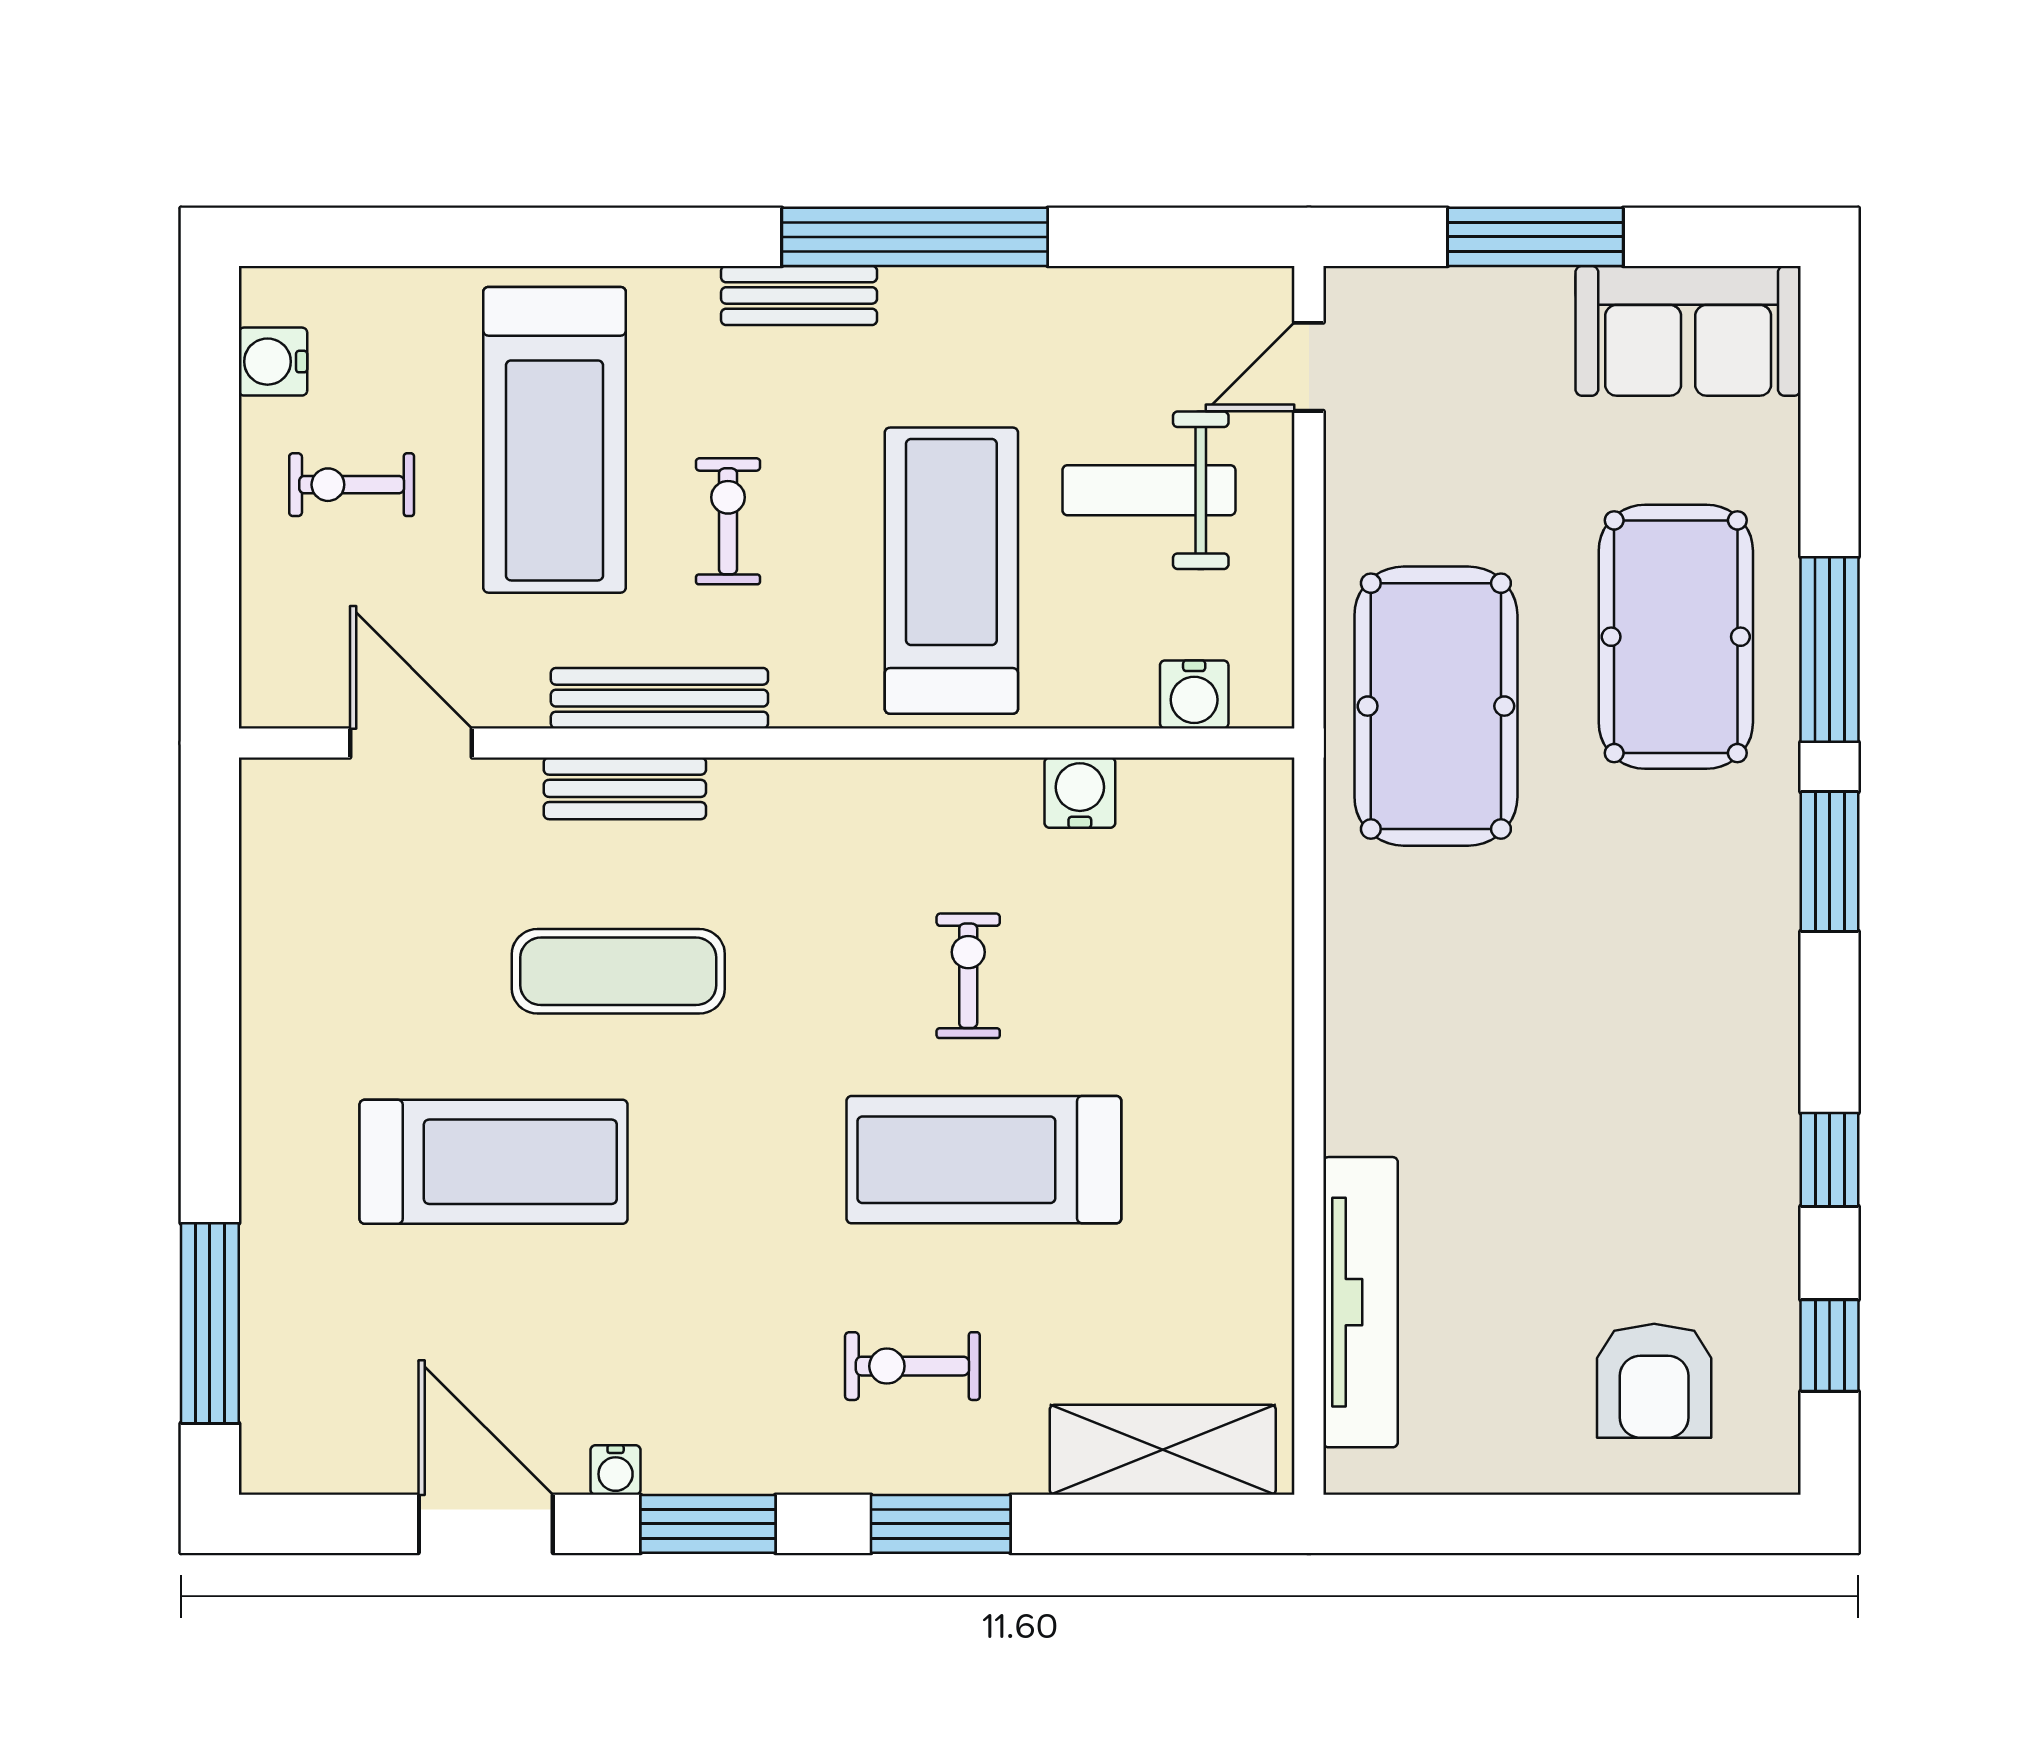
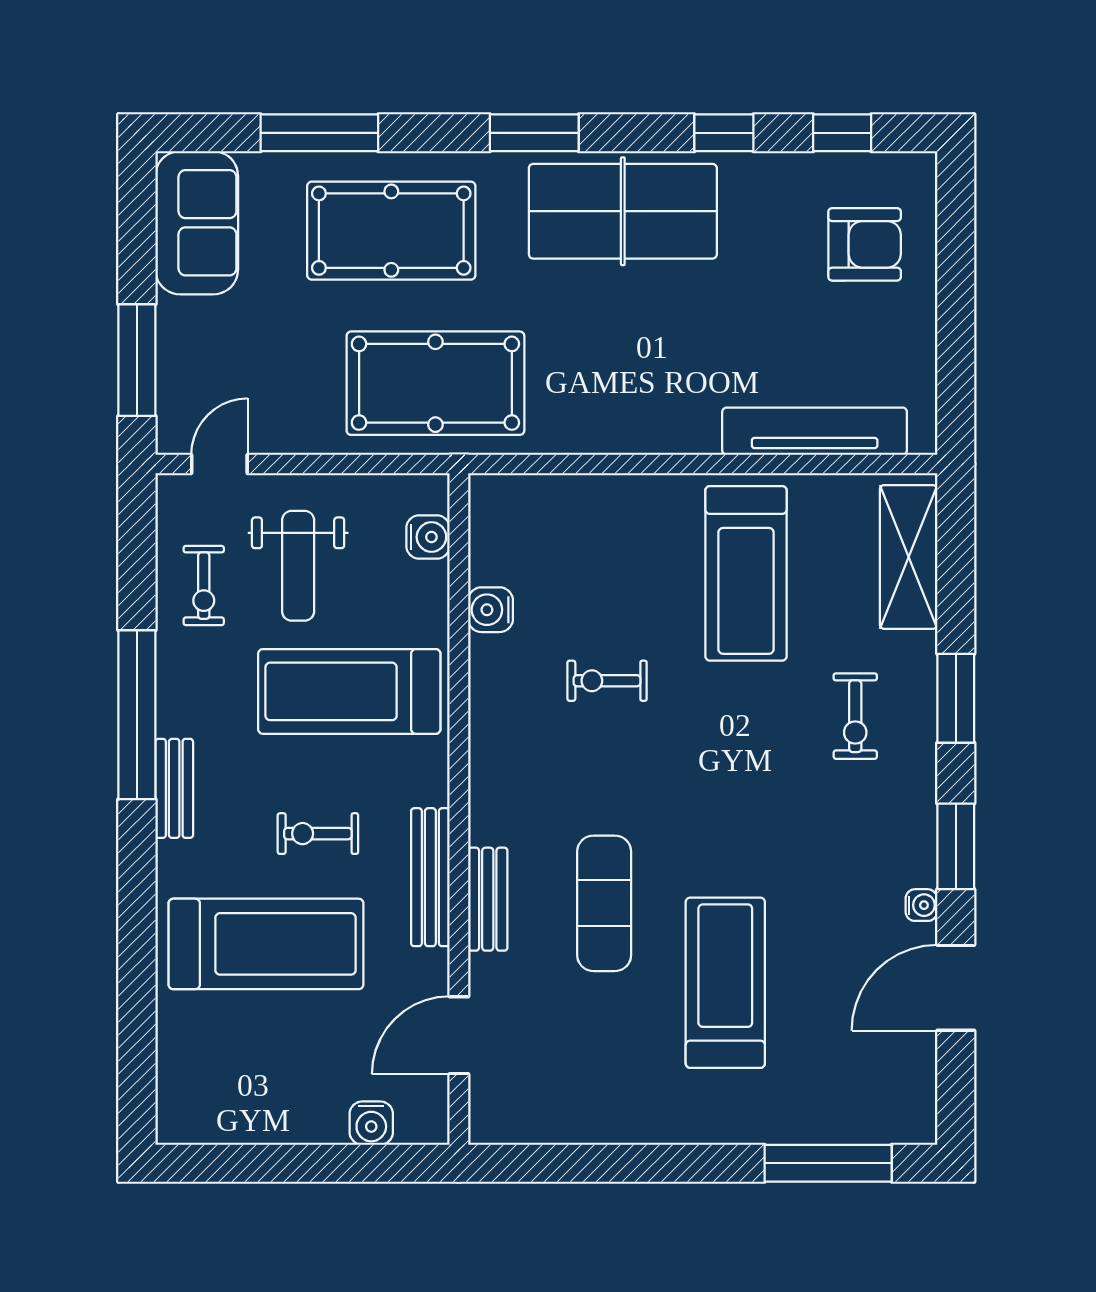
window: (1535, 237) -> (137, 360), moved
water cooler: (273, 362) -> (371, 1123), moved
door: (1309, 367) -> (219, 464), swing flipped
exercise bike: (352, 485) -> (204, 586), moved
window: (1830, 649) -> (319, 133), moved
table tennis table: (1706, 1001) -> (623, 211), added
treadmill: (984, 1160) -> (746, 573), moved

